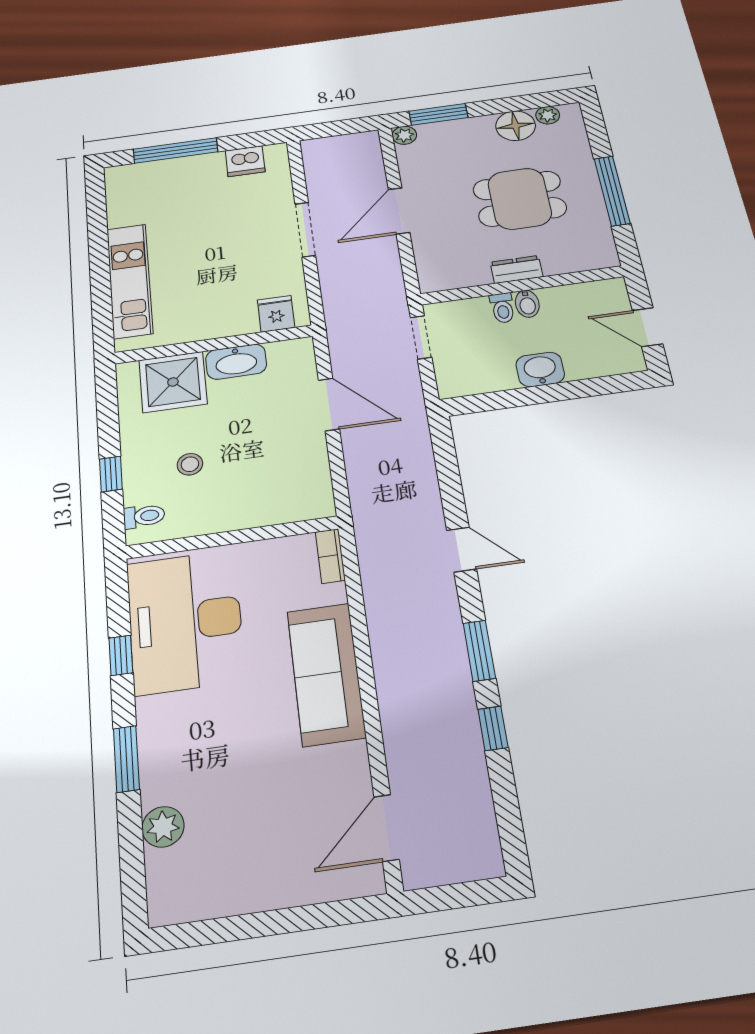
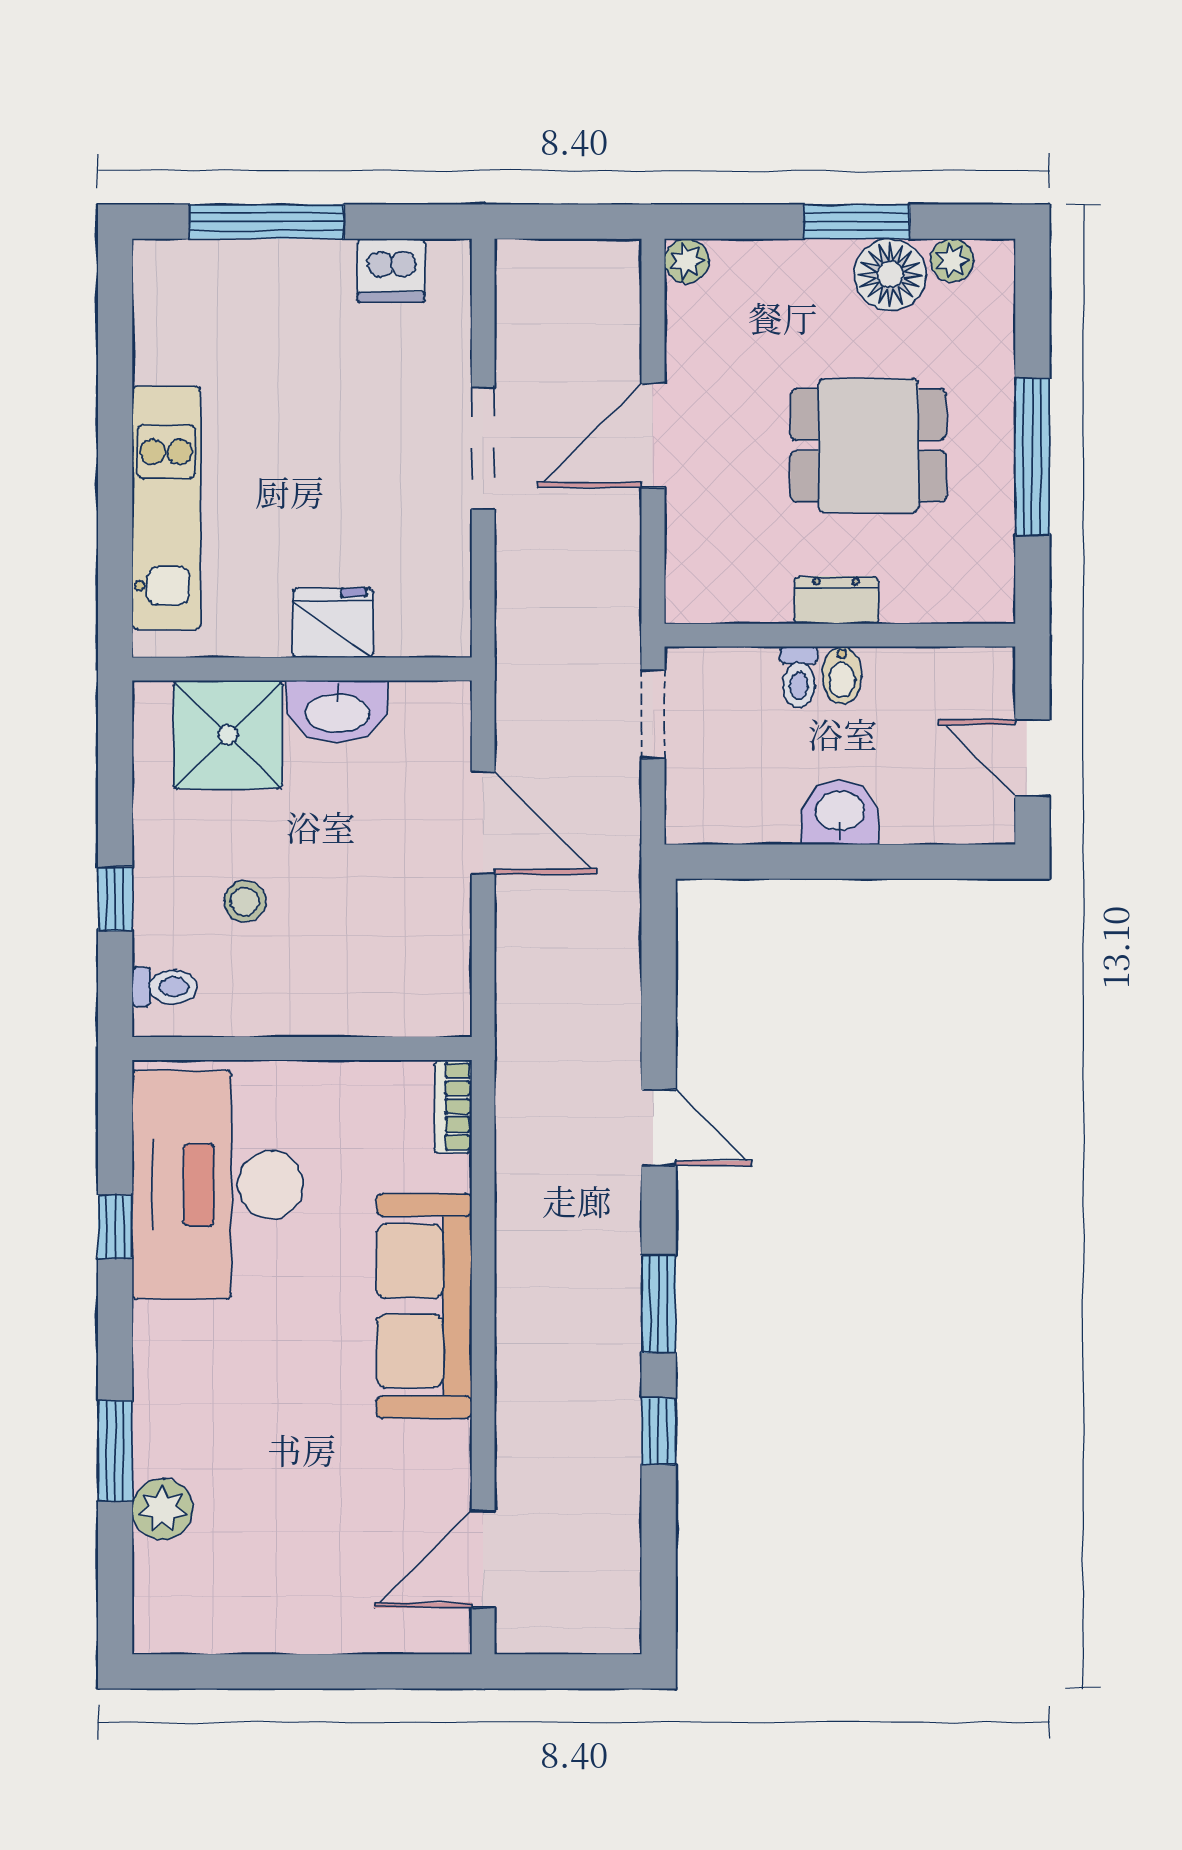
window: (438, 114) -> (857, 222), moved
fridge: (276, 314) -> (333, 623), moved, width x1.38
window: (126, 759) -> (115, 1451), moved

